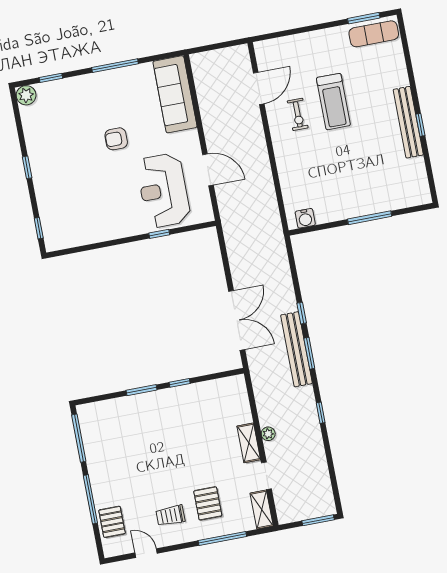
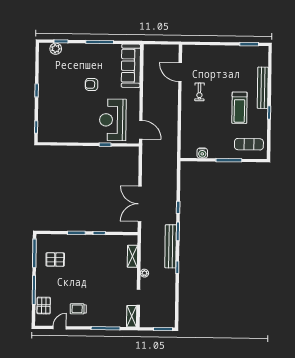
exercise mat: (374, 34) -> (249, 144), moved
door: (259, 88) -> (180, 72), swing flipped
plant: (26, 95) -> (56, 49), moved
treadmill: (333, 102) -> (239, 108), moved
bench: (408, 122) -> (263, 88), moved
door: (208, 170) -> (141, 130), moved
water cooler: (305, 218) -> (202, 153), moved
double door: (237, 320) -> (140, 204), swing flipped
bench: (296, 349) -> (171, 246), moved
shelving: (249, 443) -> (132, 256), moved
pallet: (208, 503) -> (55, 259), moved, turned 90
door: (146, 553) -> (60, 328), hinge flipped

